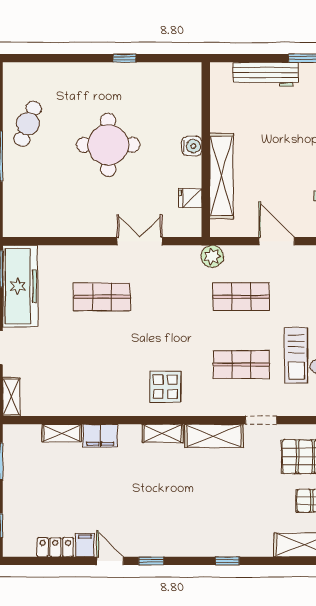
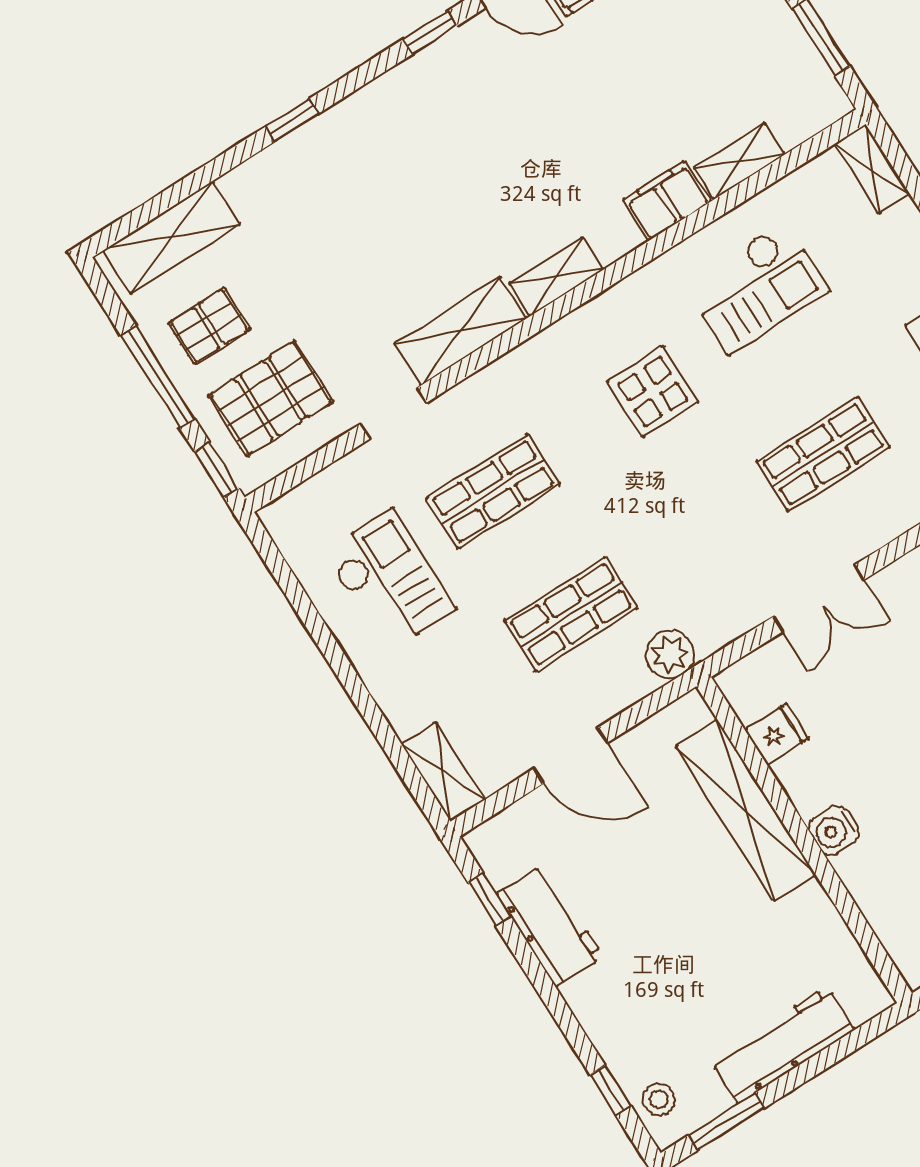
checkout: (86, 379) -> (757, 288), added
display table: (165, 387) -> (653, 392), moved

